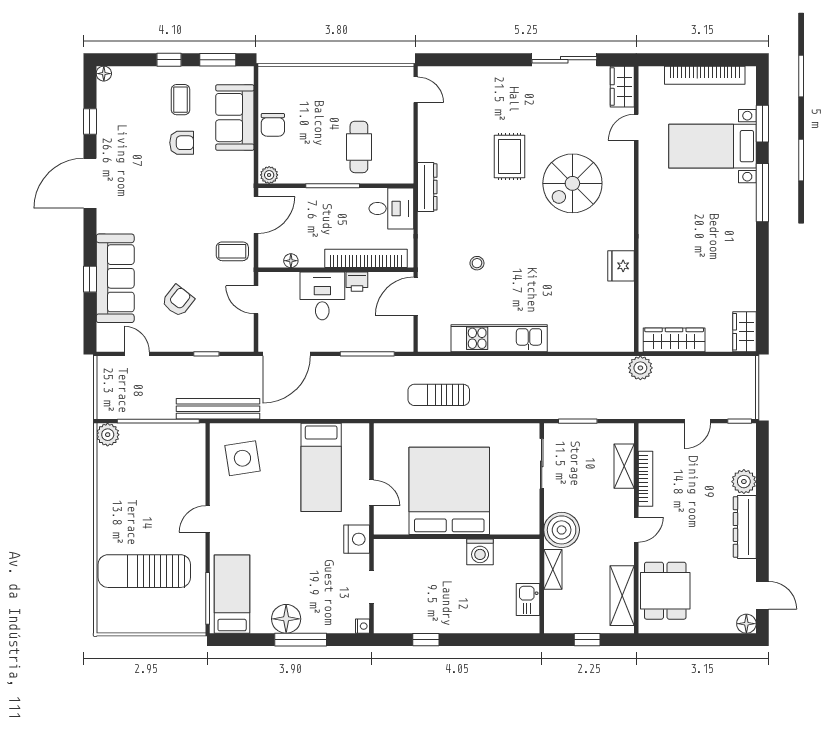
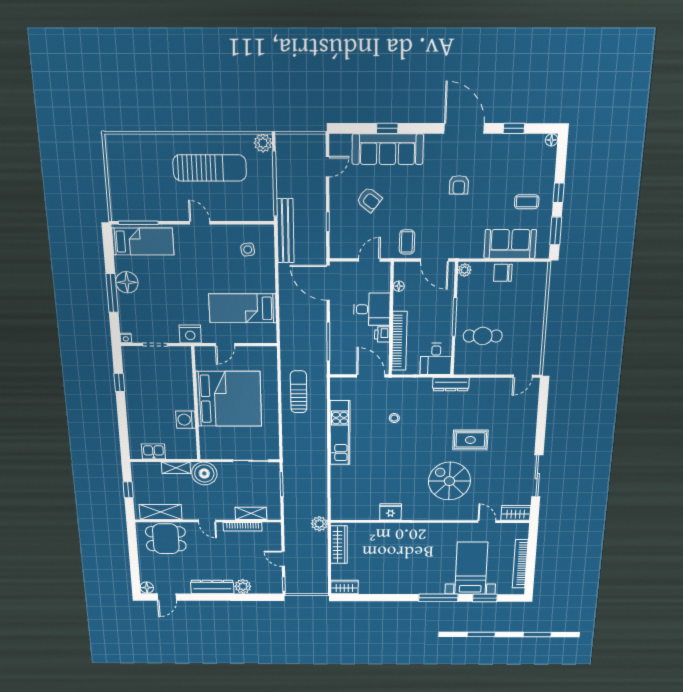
armchair: (182, 143) -> (459, 185), moved
side table: (242, 458) -> (248, 250), width x0.54, depth x0.54
sun lounger: (144, 571) -> (210, 168), moved, turned 90

